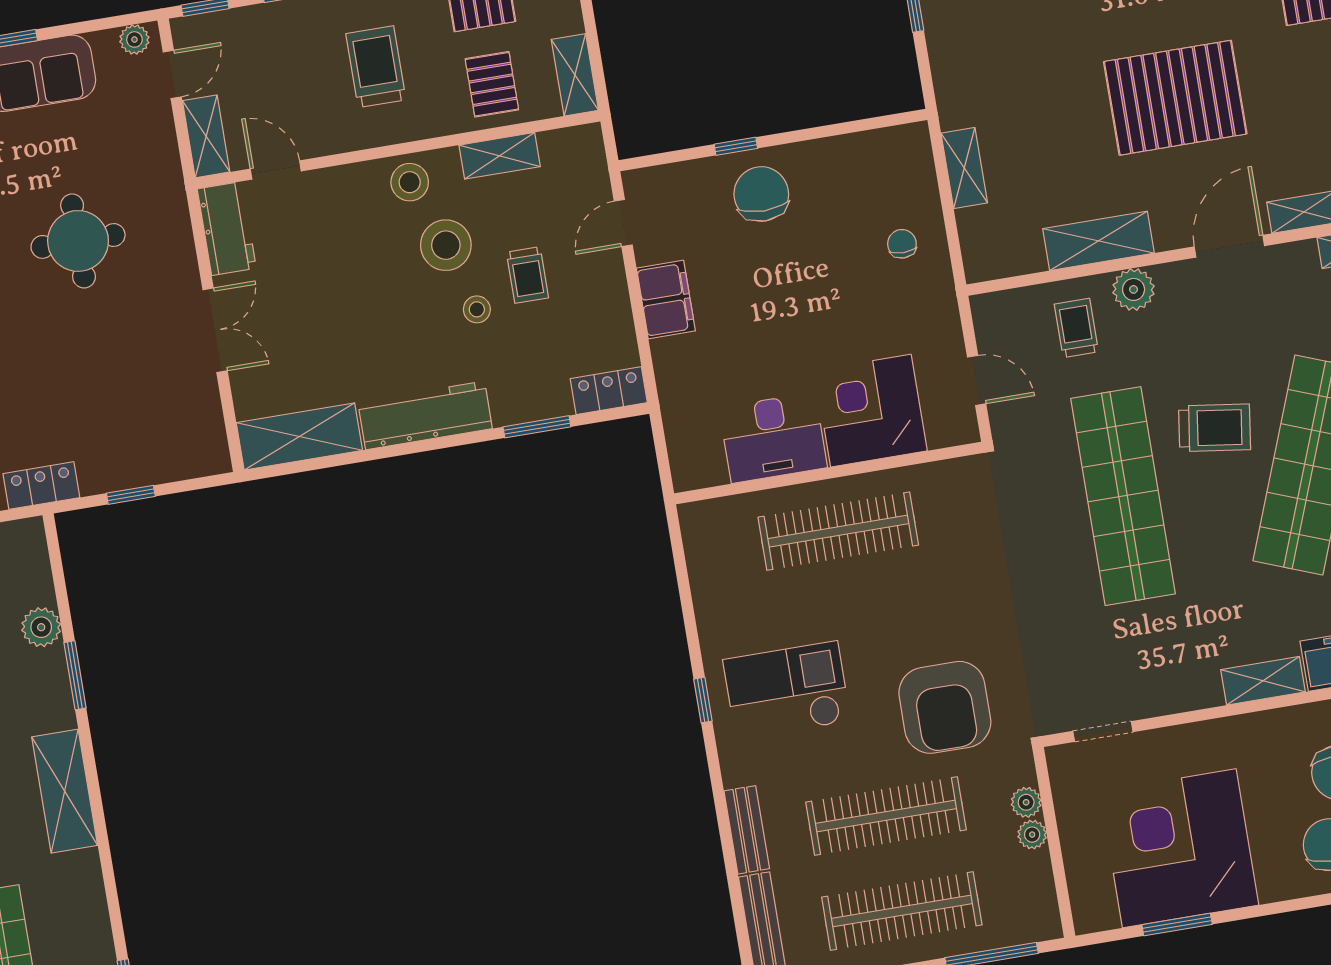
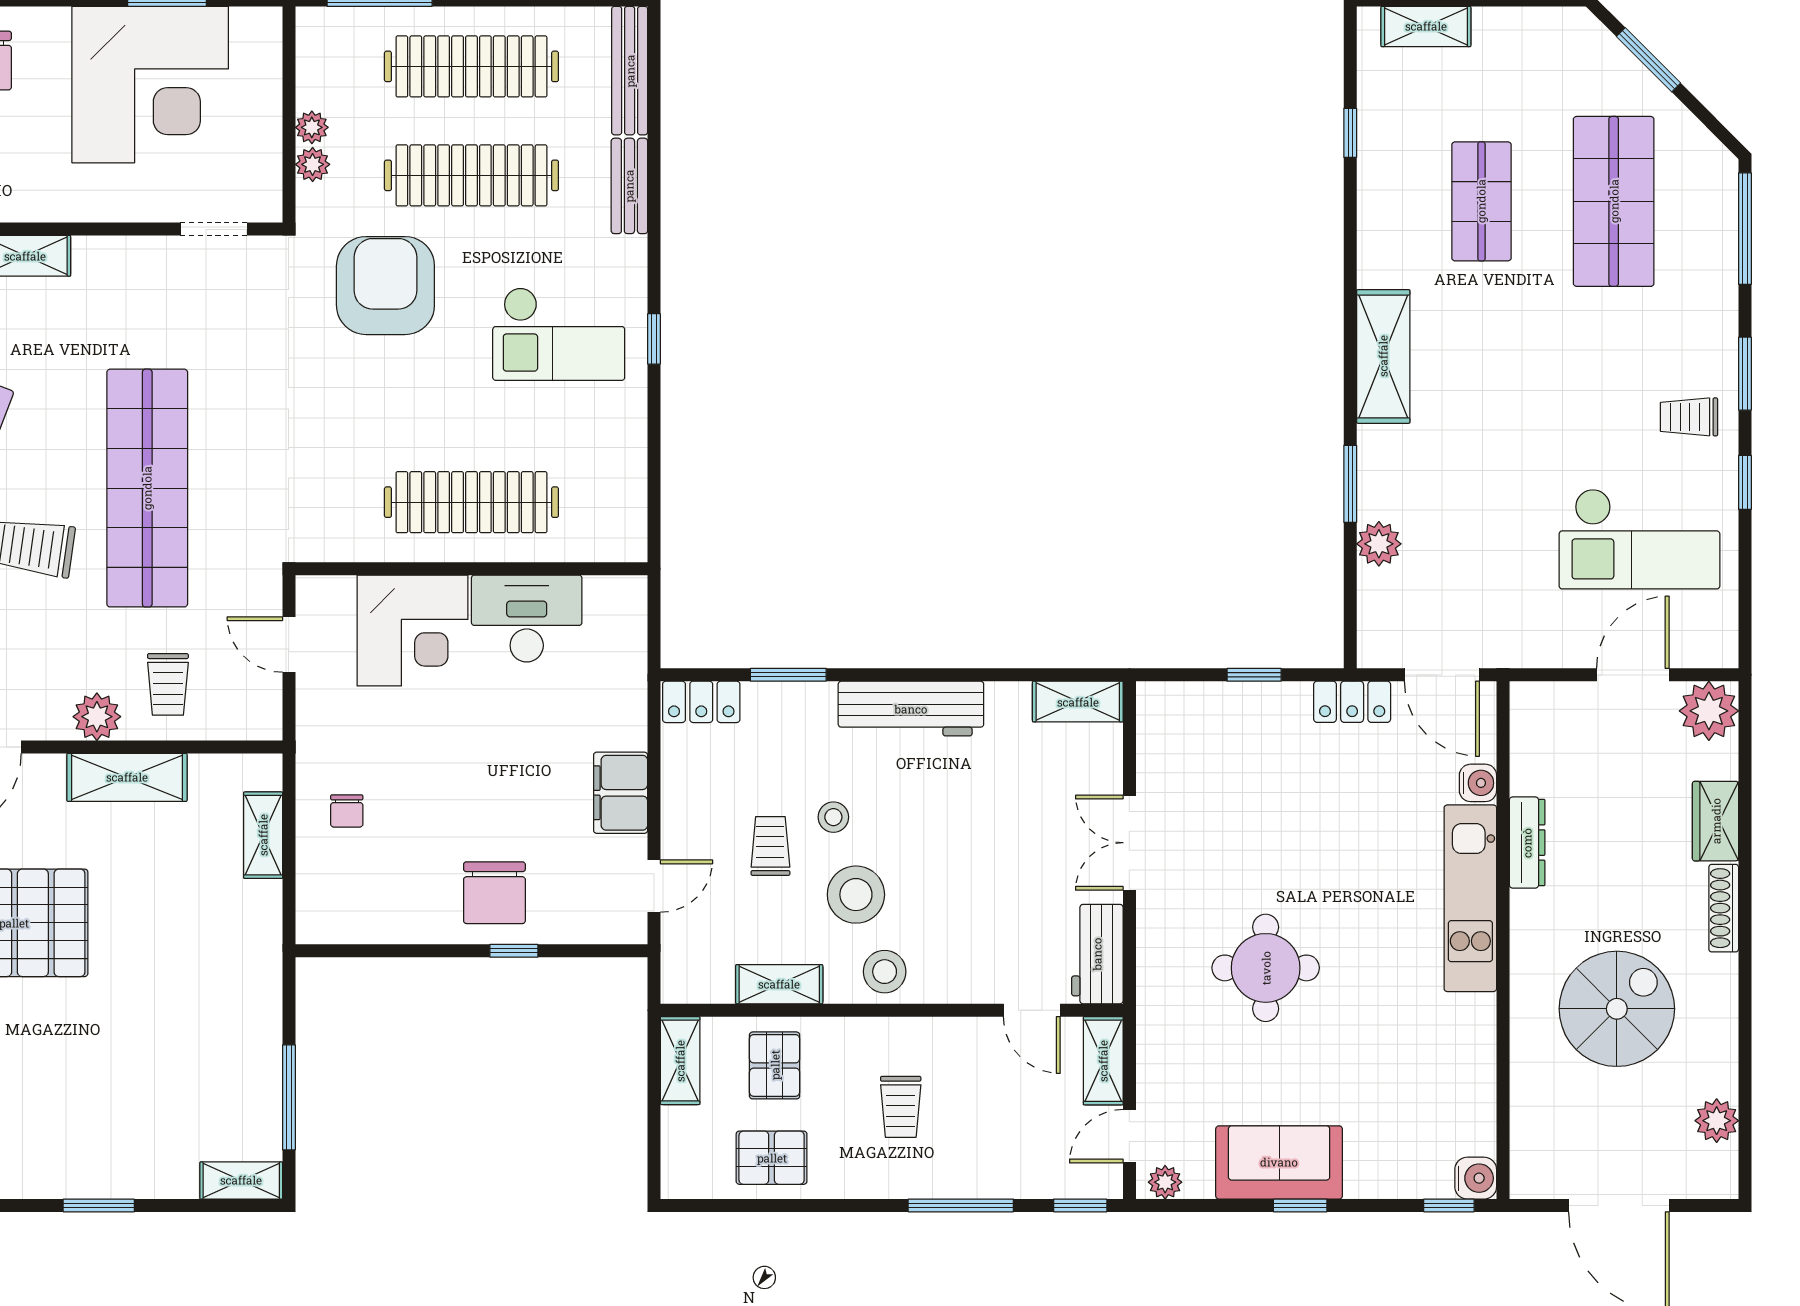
trolley: (376, 67) -> (901, 1107), width x0.73, depth x0.72
shelving: (964, 168) -> (263, 835), moved
shelving: (299, 436) -> (1078, 702), width x0.67, depth x0.75

